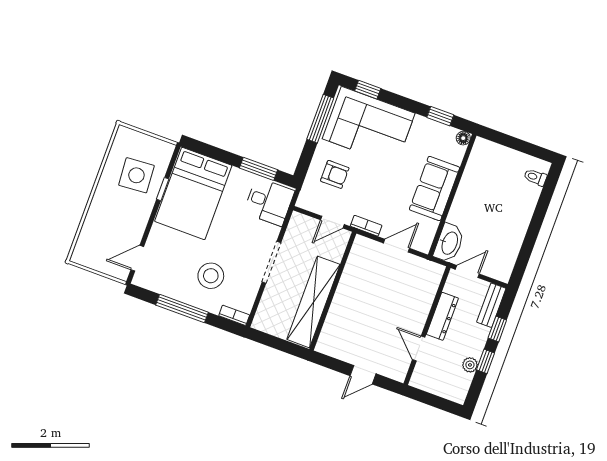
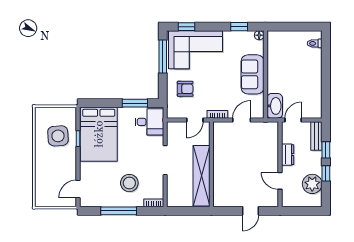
dresser: (442, 316) -> (288, 155), width x0.70
plant: (470, 365) -> (312, 184), width x1.87, depth x1.87

